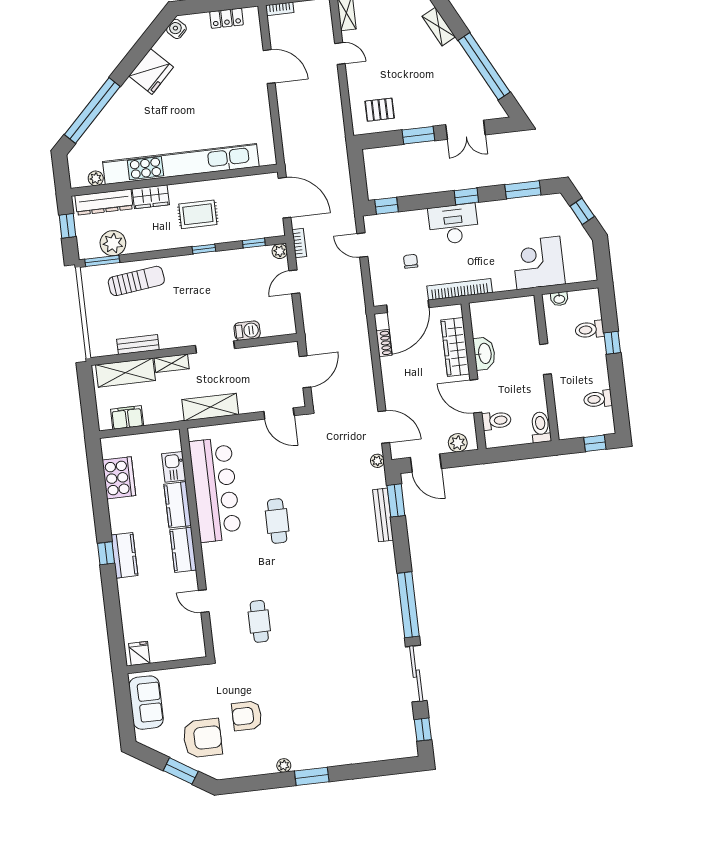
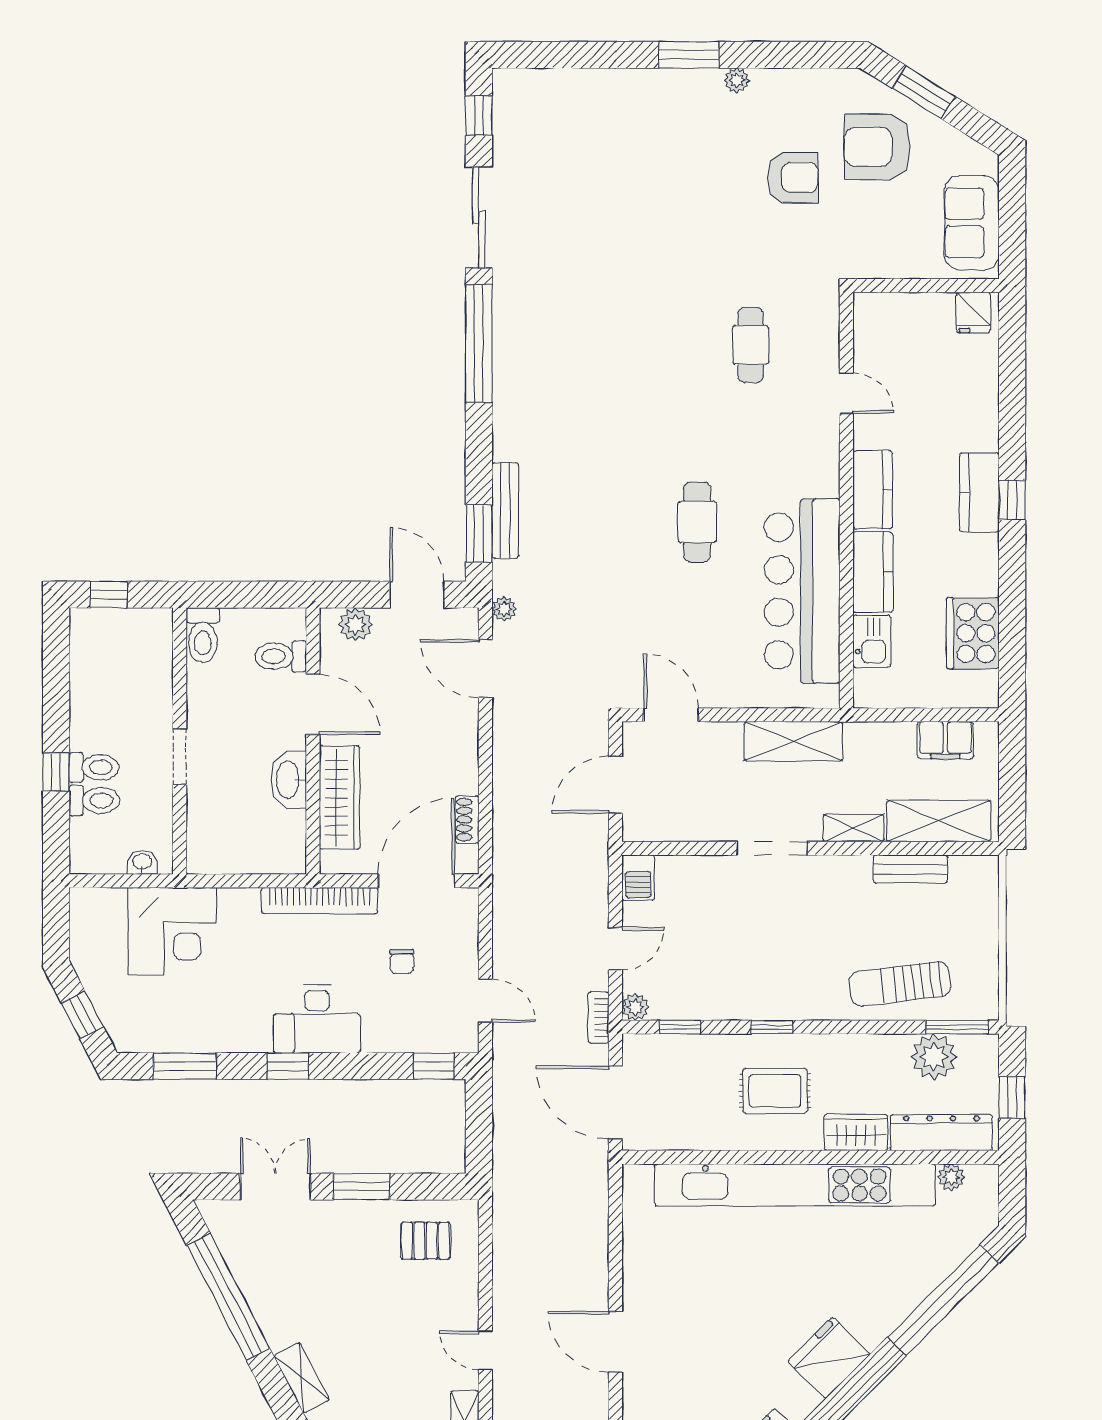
barbecue: (247, 331) -> (638, 878), moved, turned -90
toilet: (598, 399) -> (94, 767), moved

